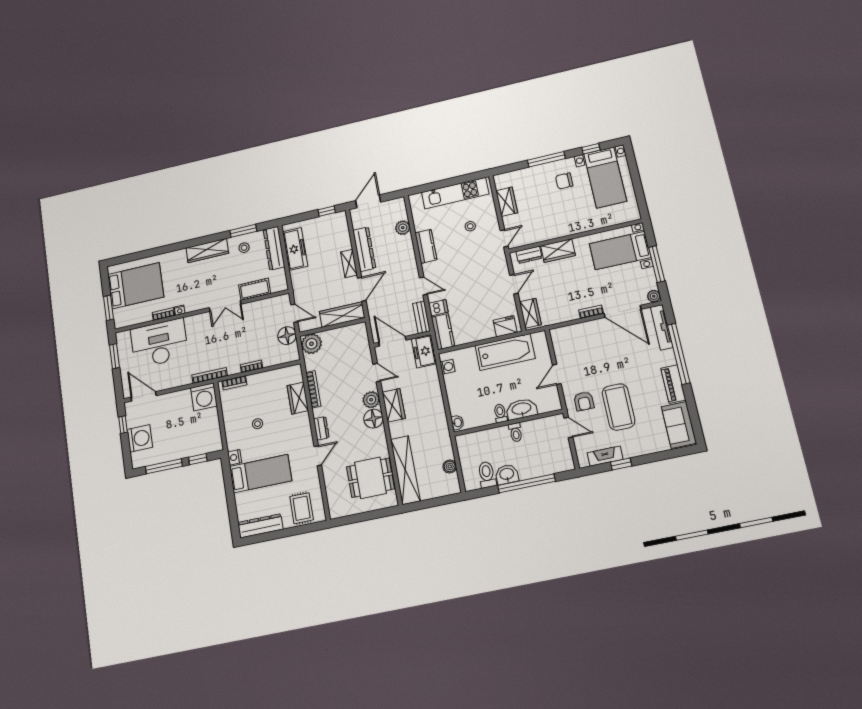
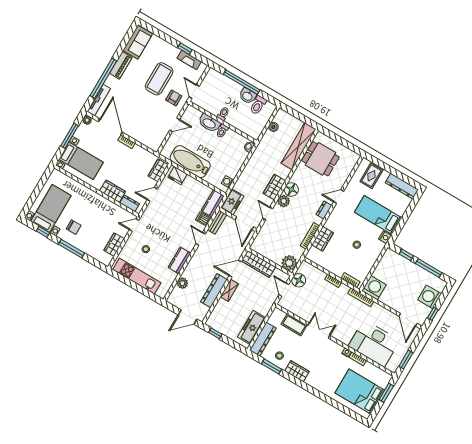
wardrobe: (207, 251) -> (297, 371), width x0.67

